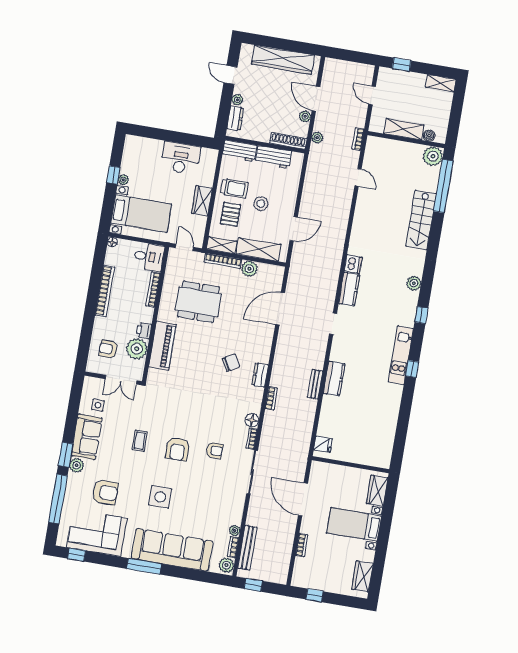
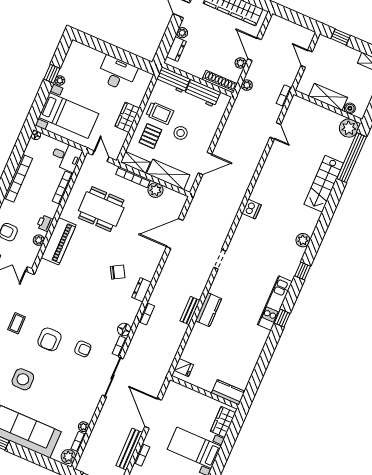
kitchen counter: (349, 289) -> (228, 392), moved, turned -90
plant: (137, 349) -> (39, 240), width x0.53, depth x0.53
bench: (247, 548) -> (129, 449), moved

